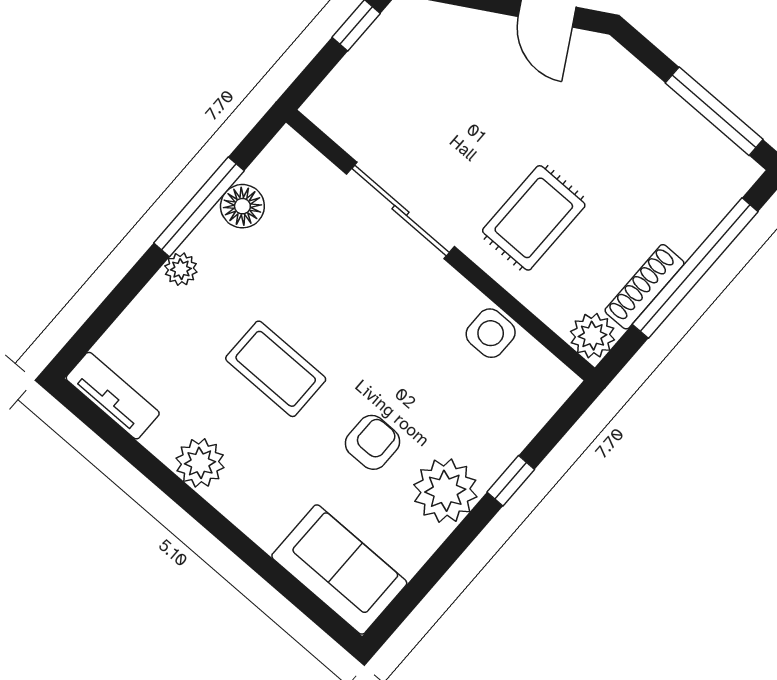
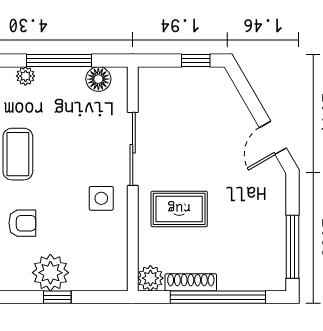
floor lamp: (242, 206) -> (98, 79), moved
side table: (491, 333) -> (101, 198), moved
plant: (445, 491) -> (50, 273), moved

